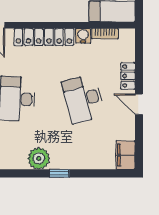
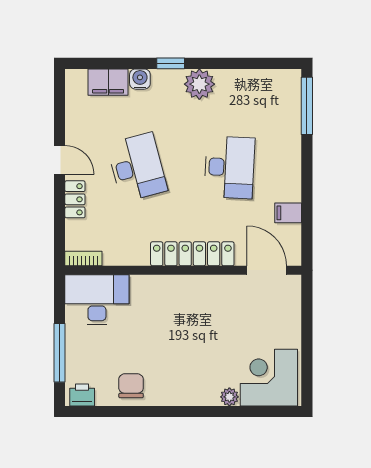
bookcase: (105, 34) -> (83, 258), moved
water cooler: (83, 36) -> (140, 79), moved, turned 180
filing cabinet: (126, 155) -> (108, 82), moved, turned 90

